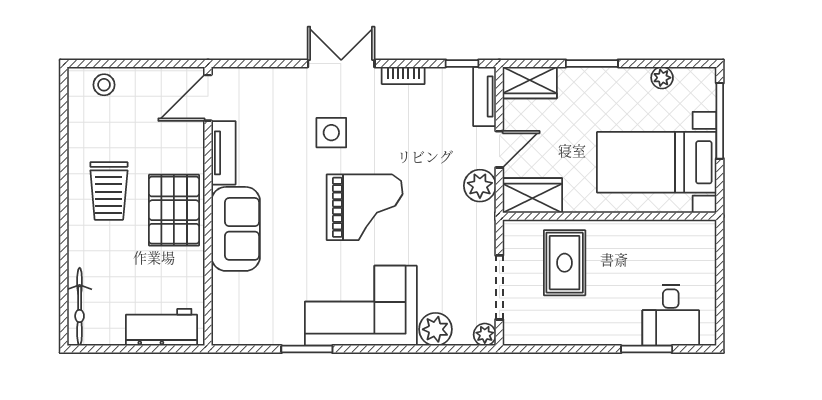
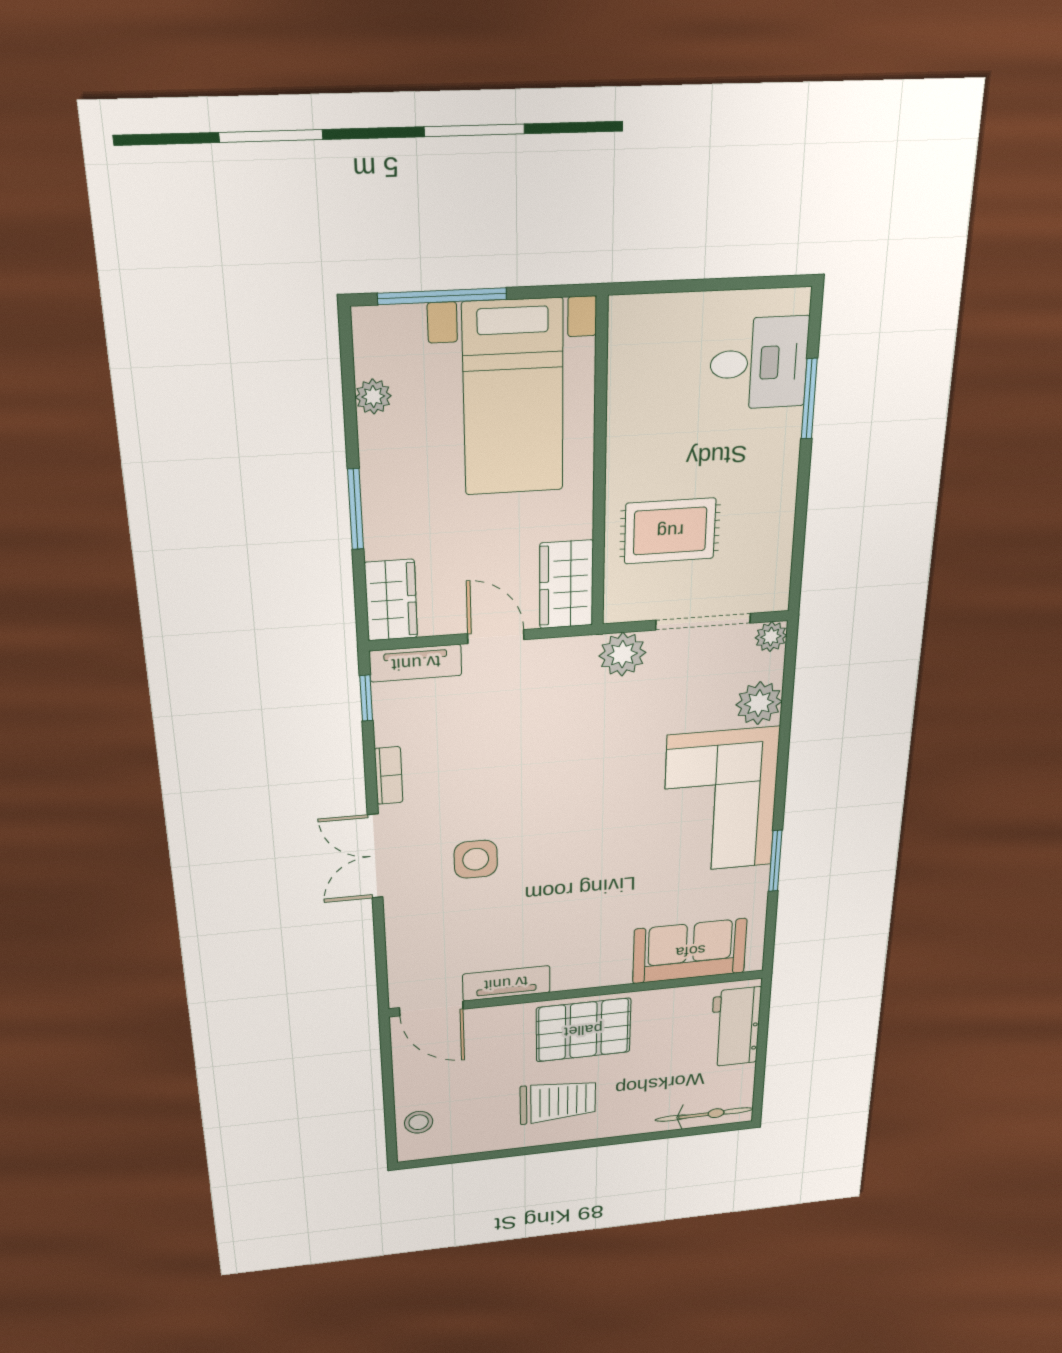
plant: (480, 186) -> (622, 654), moved
grand piano: (365, 207) -> (582, 808), removed
sofa: (236, 229) -> (690, 951), moved

